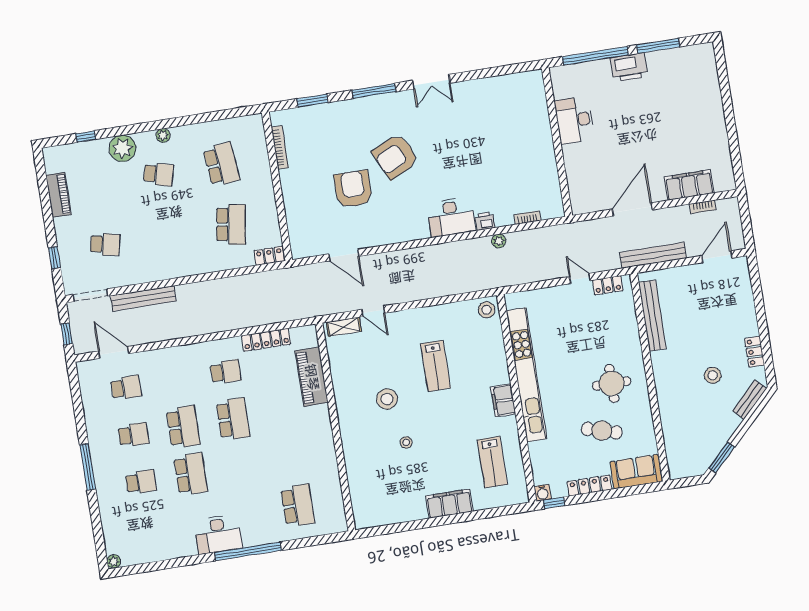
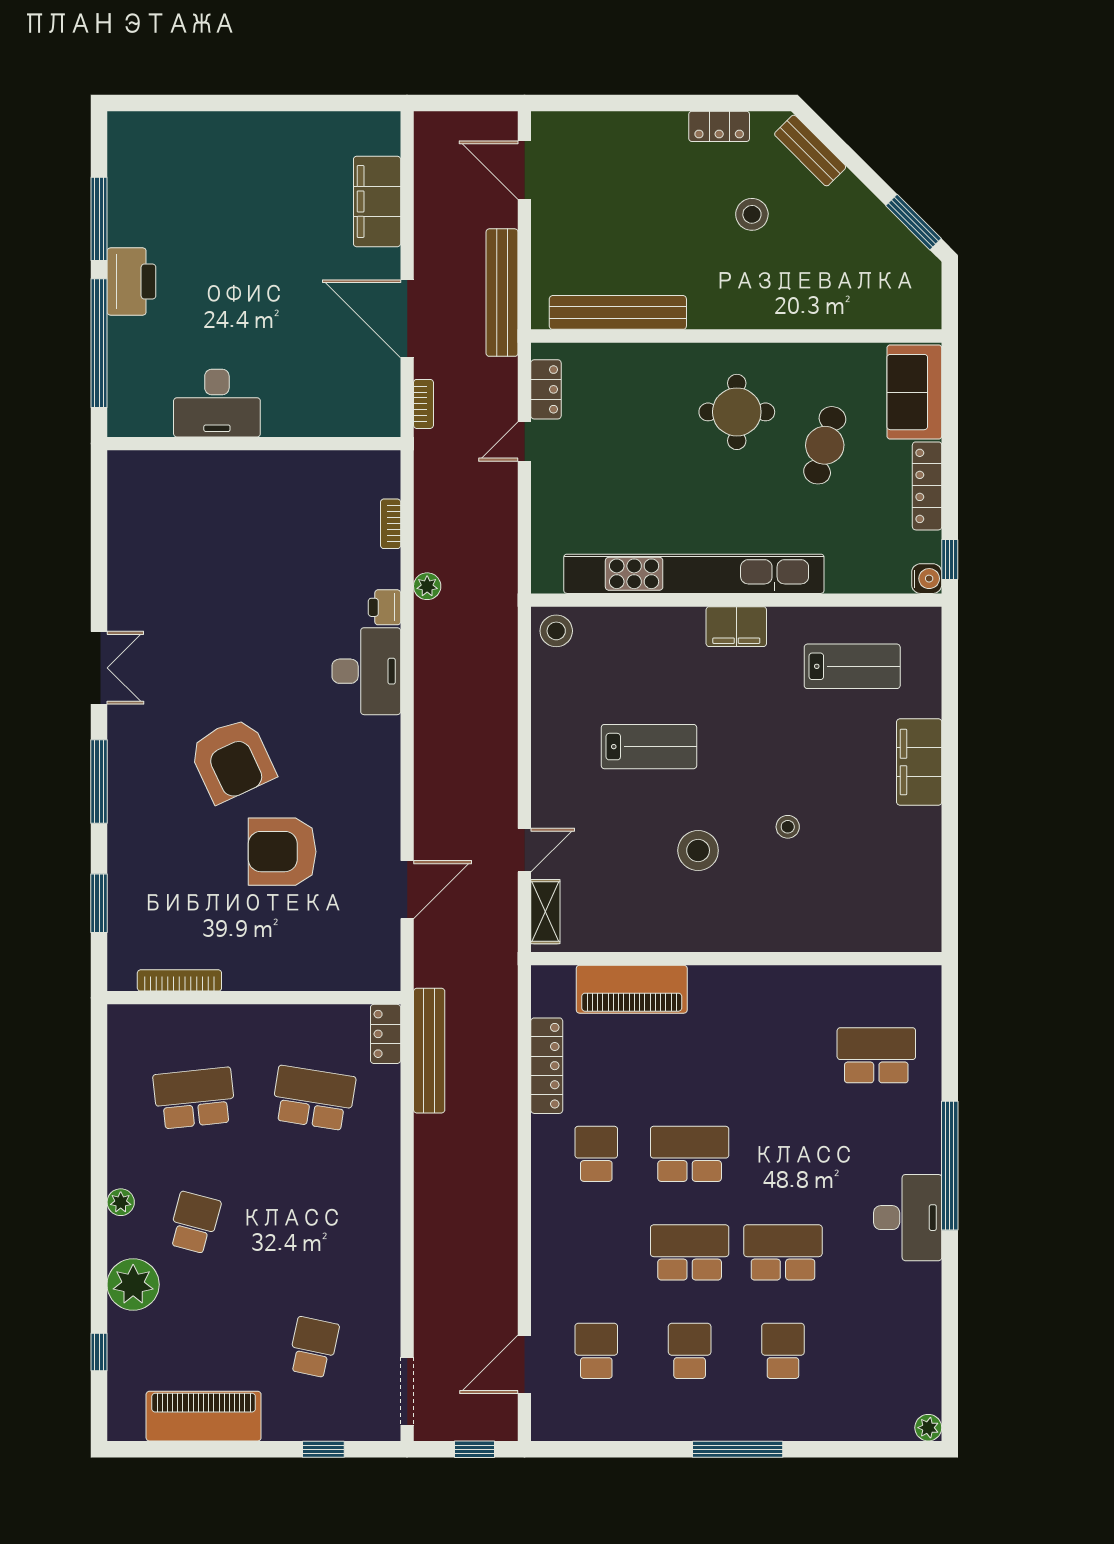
piano: (59, 195) -> (204, 1416), width x1.37, depth x1.33
bookcase: (703, 207) -> (423, 404), moved
bench: (143, 298) -> (429, 1051), moved

